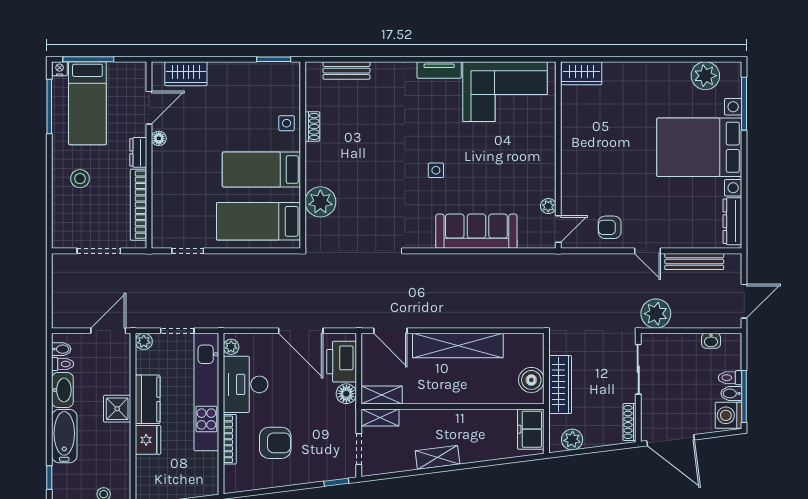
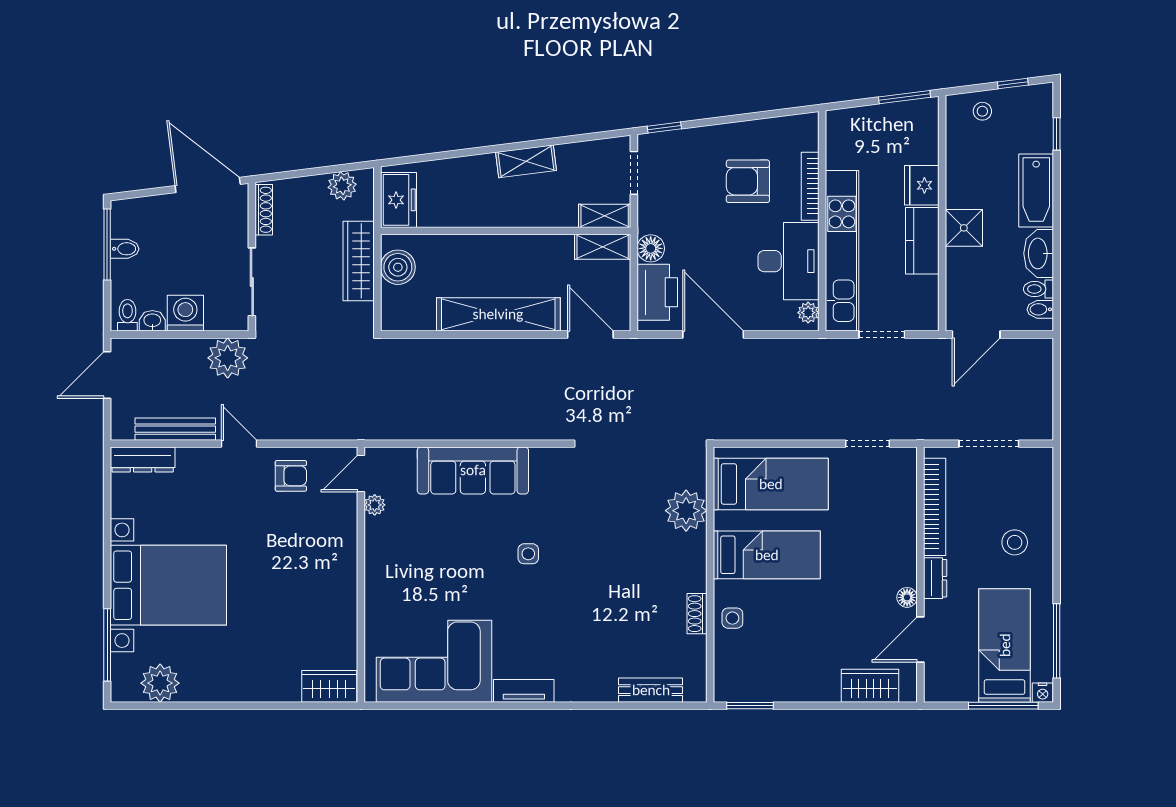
dresser: (732, 221) -> (143, 460), moved, turned 90
plant: (144, 341) -> (927, 320), removed
toilet: (730, 378) -> (127, 315), moved, turned -90
washing machine: (728, 415) -> (185, 313), moved, turned -90

